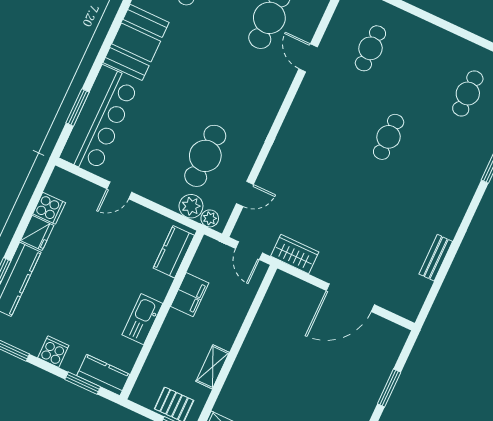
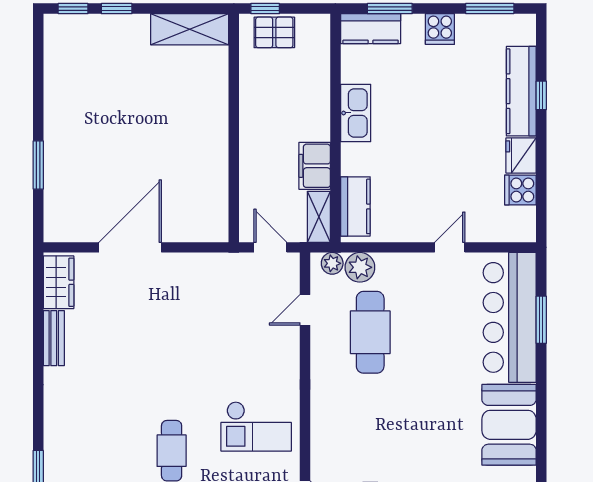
checkout: (319, 126) -> (256, 426), added
wardrobe: (295, 254) -> (59, 282), moved, turned -90
shelving: (213, 367) -> (319, 217), moved

